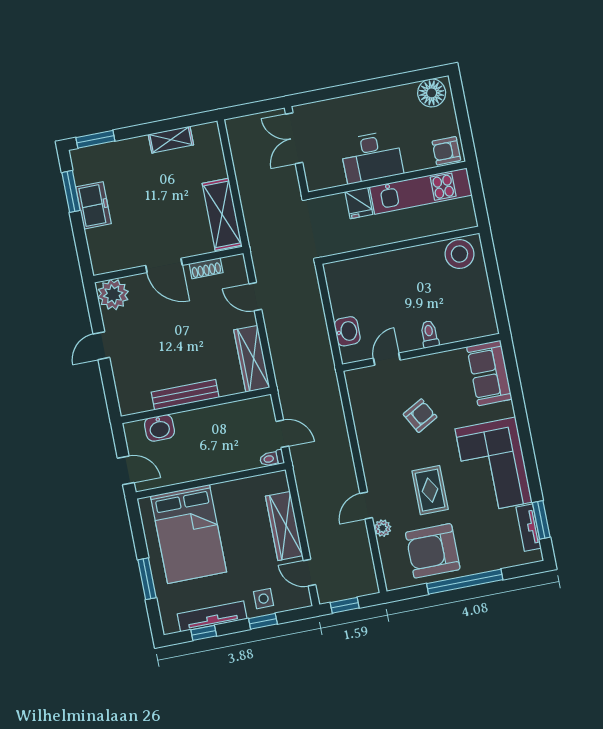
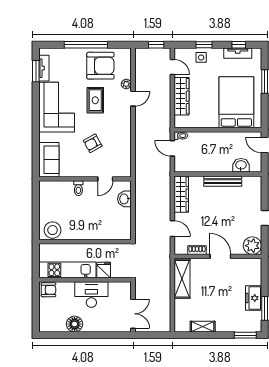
floor lamp: (432, 93) -> (75, 324), moved
tv unit: (212, 616) -> (238, 53), width x0.71

